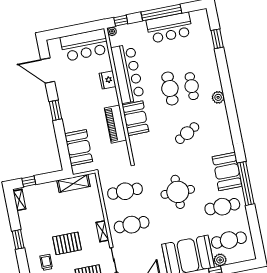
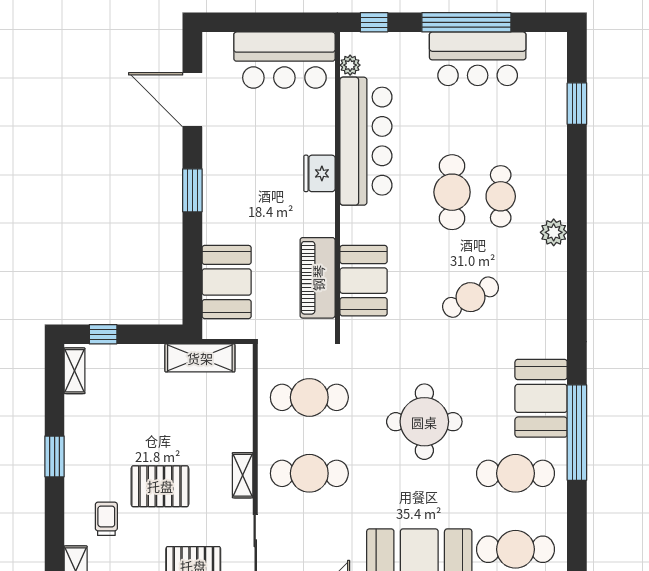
plant: (112, 31) -> (350, 65), moved
fridge: (108, 80) -> (319, 173), moved
booth: (135, 118) -> (364, 281), moved
piano: (115, 124) -> (318, 278), moved

